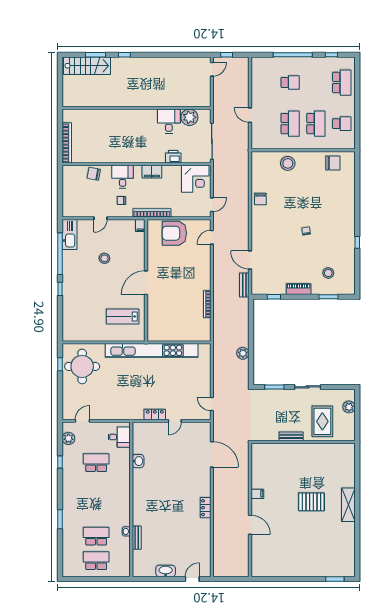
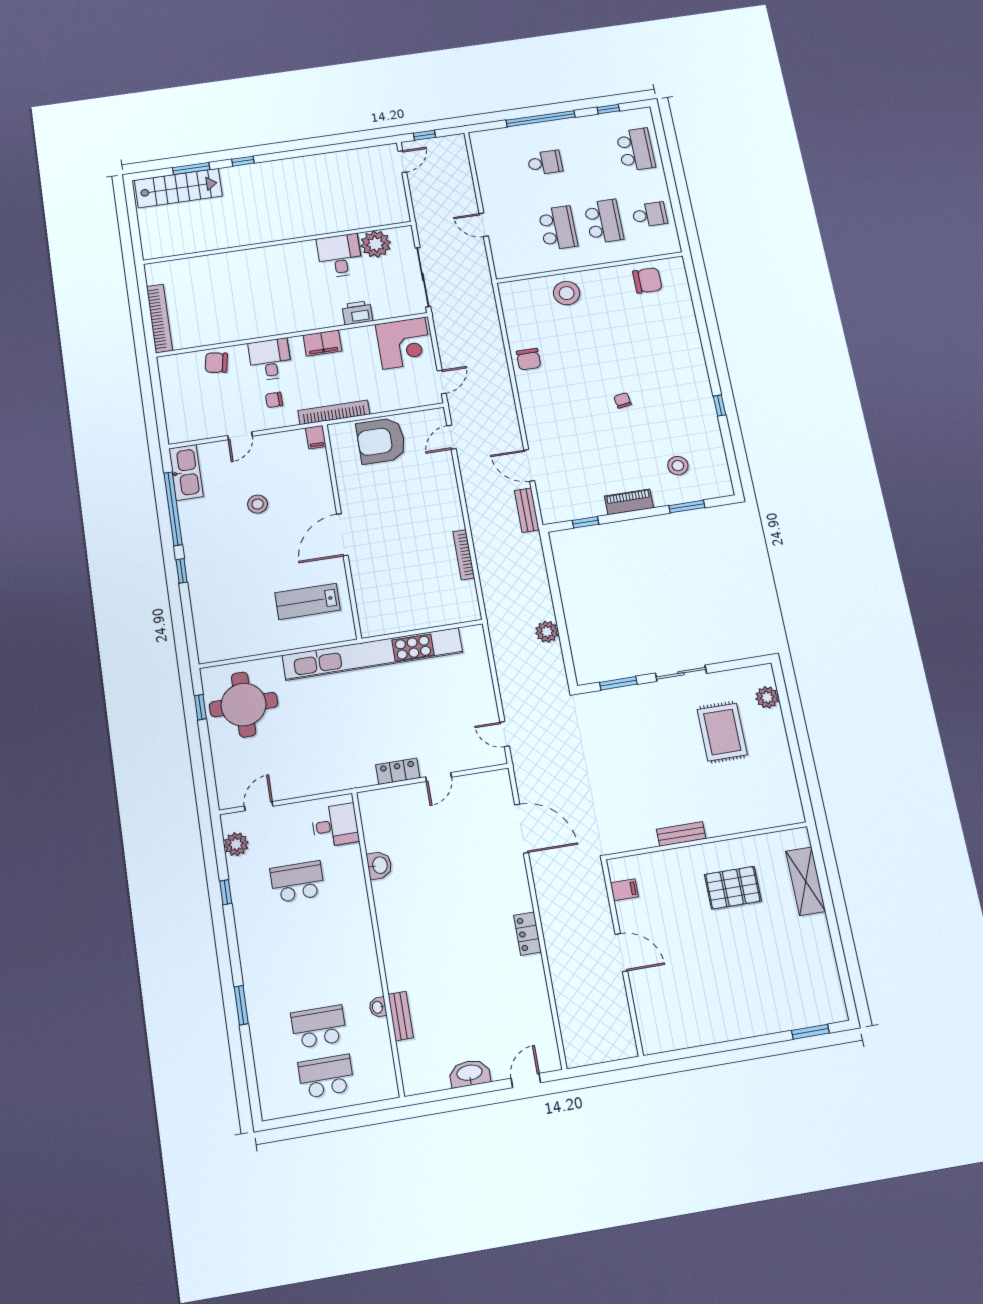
bench: (291, 436) -> (681, 834), moved
wall: (303, 442) -> (706, 841), moved

